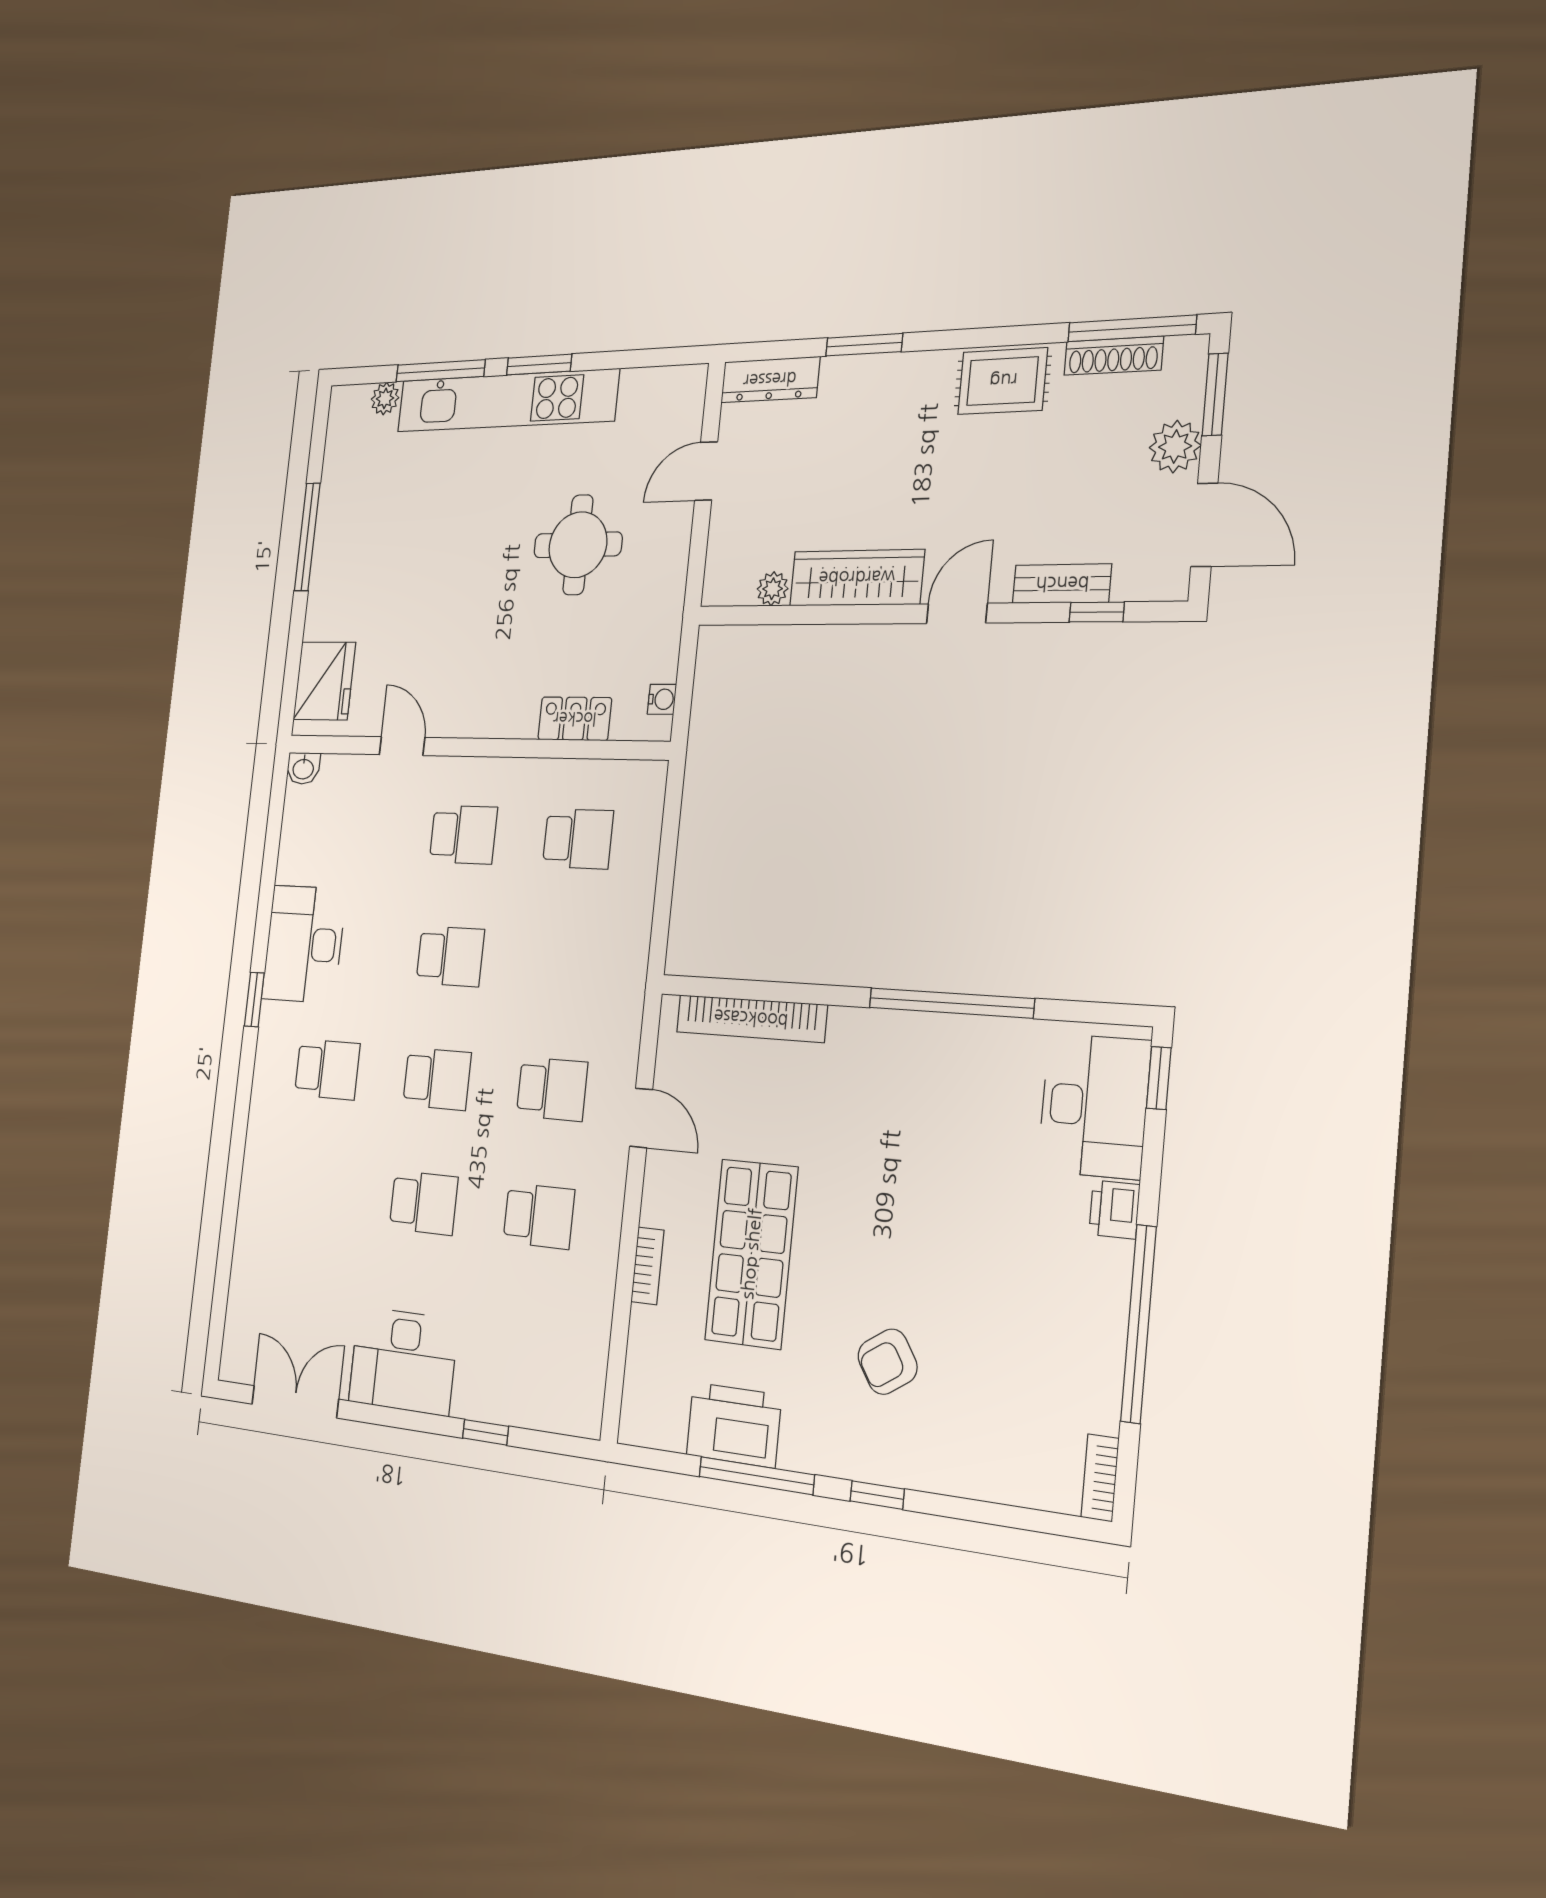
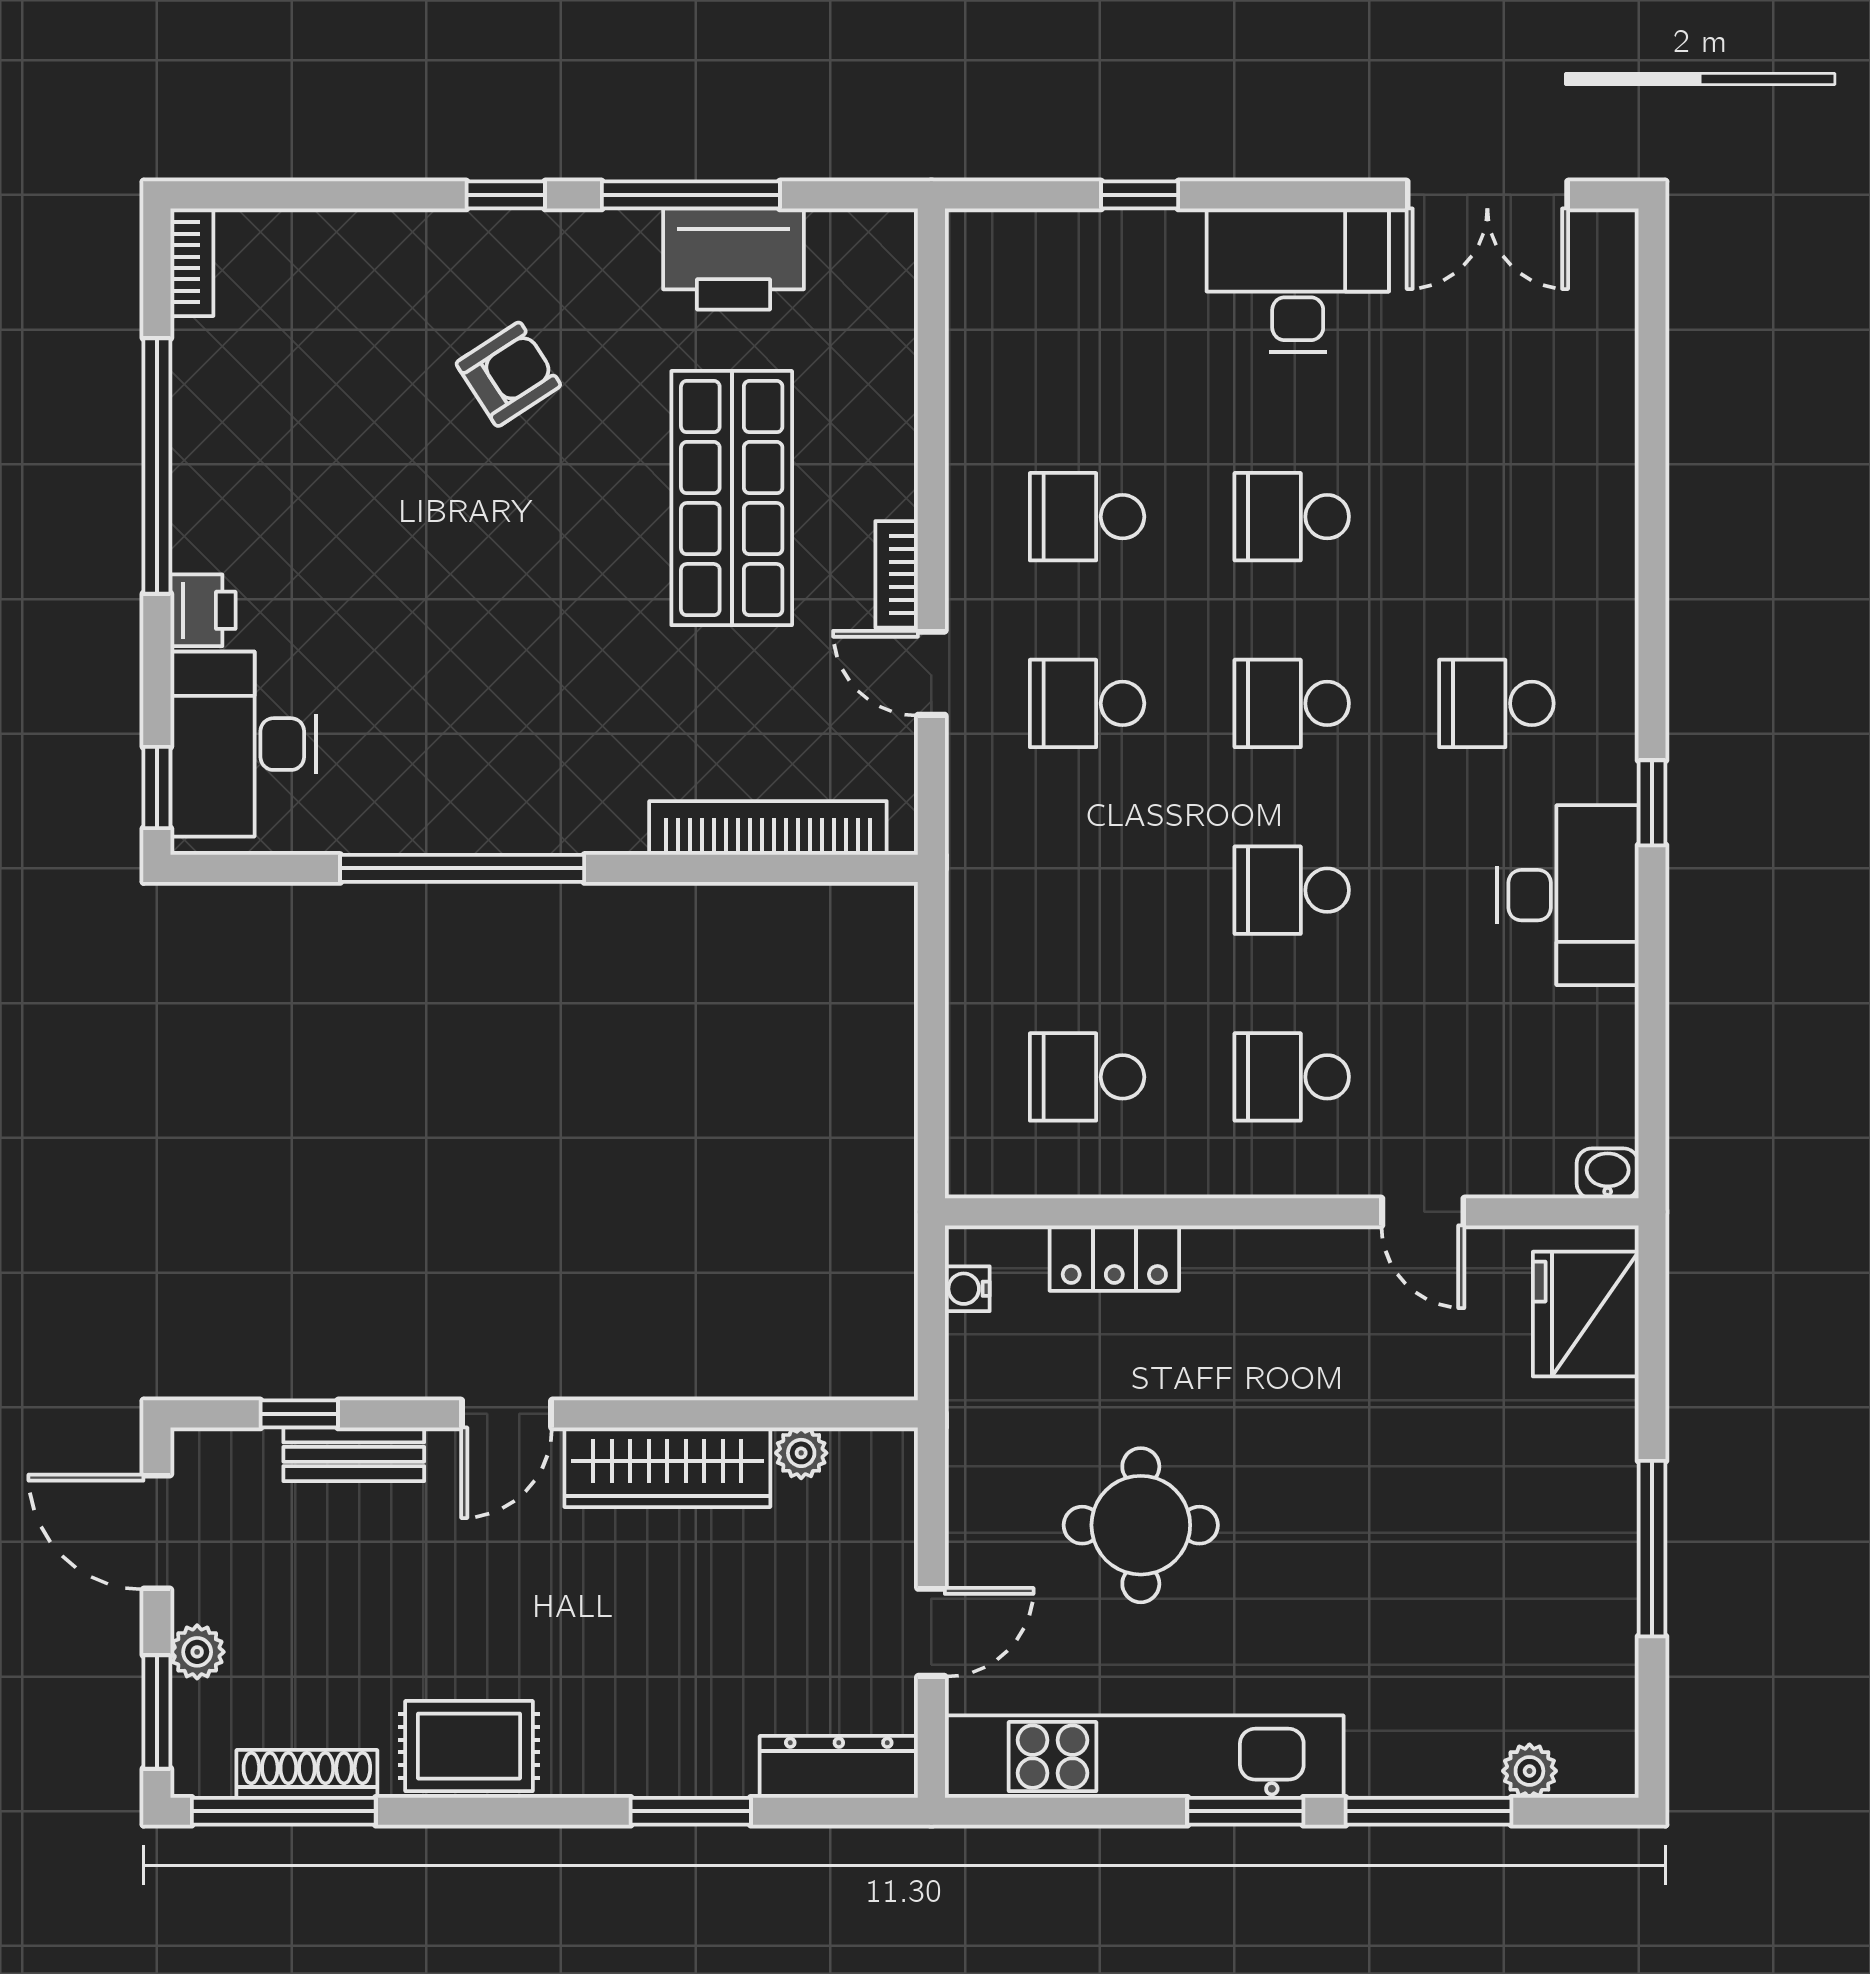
kitchen unit: (507, 401) -> (1144, 1757), moved
plant: (1175, 447) -> (197, 1652), width x0.73, depth x0.73
bookcase: (647, 1266) -> (897, 574), moved

